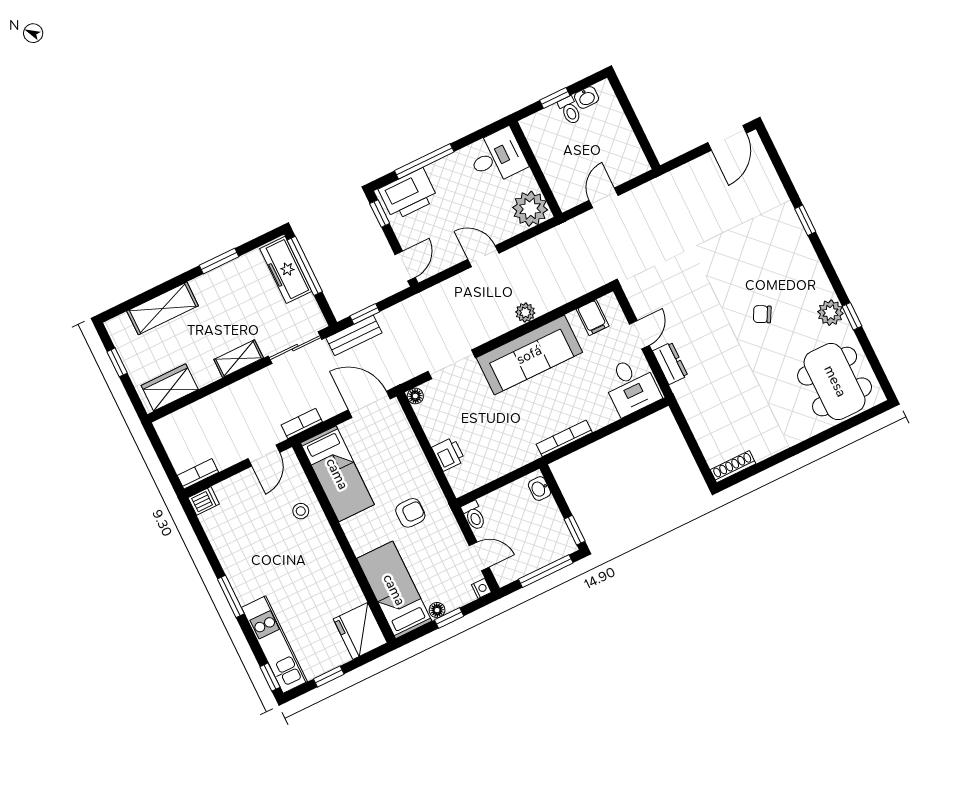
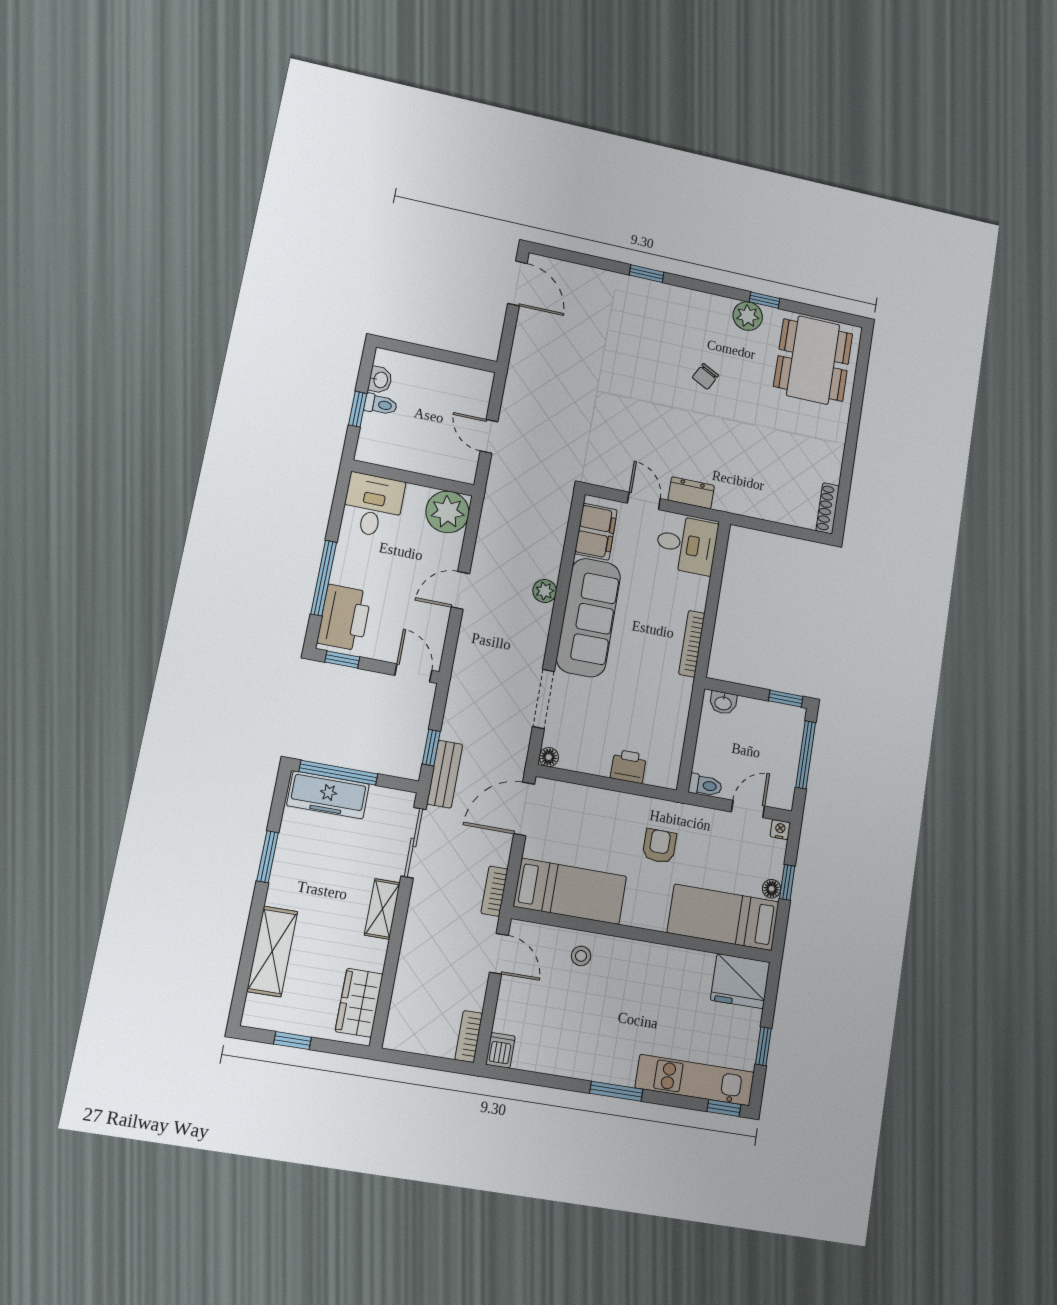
filing cabinet: (593, 318) -> (596, 532), width x2.00
dining table: (835, 381) -> (813, 360), turned 90

